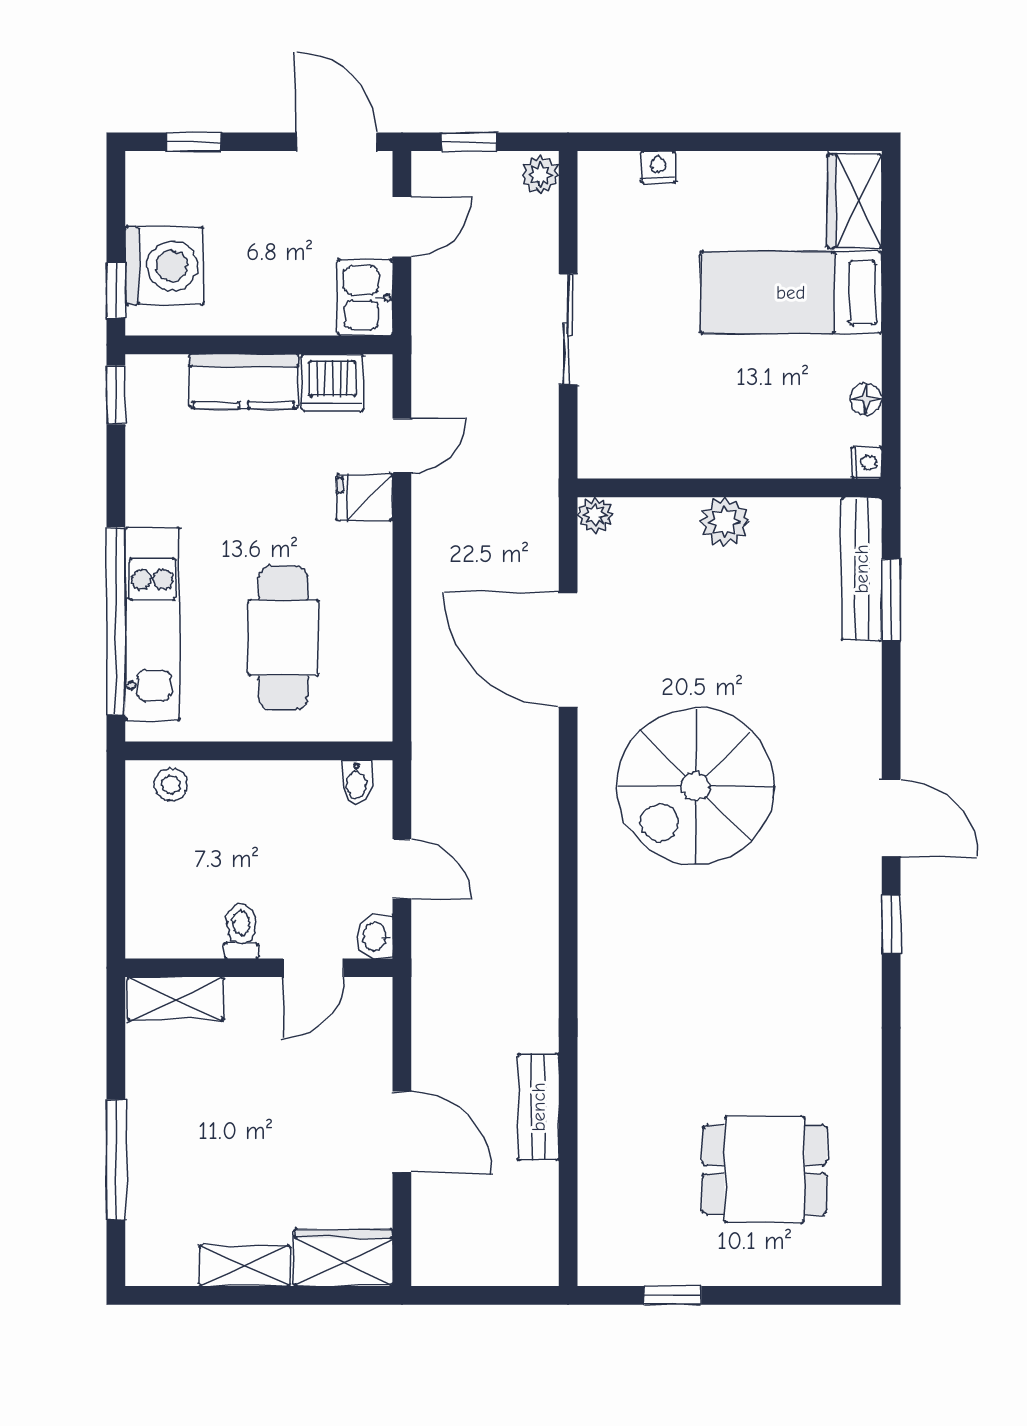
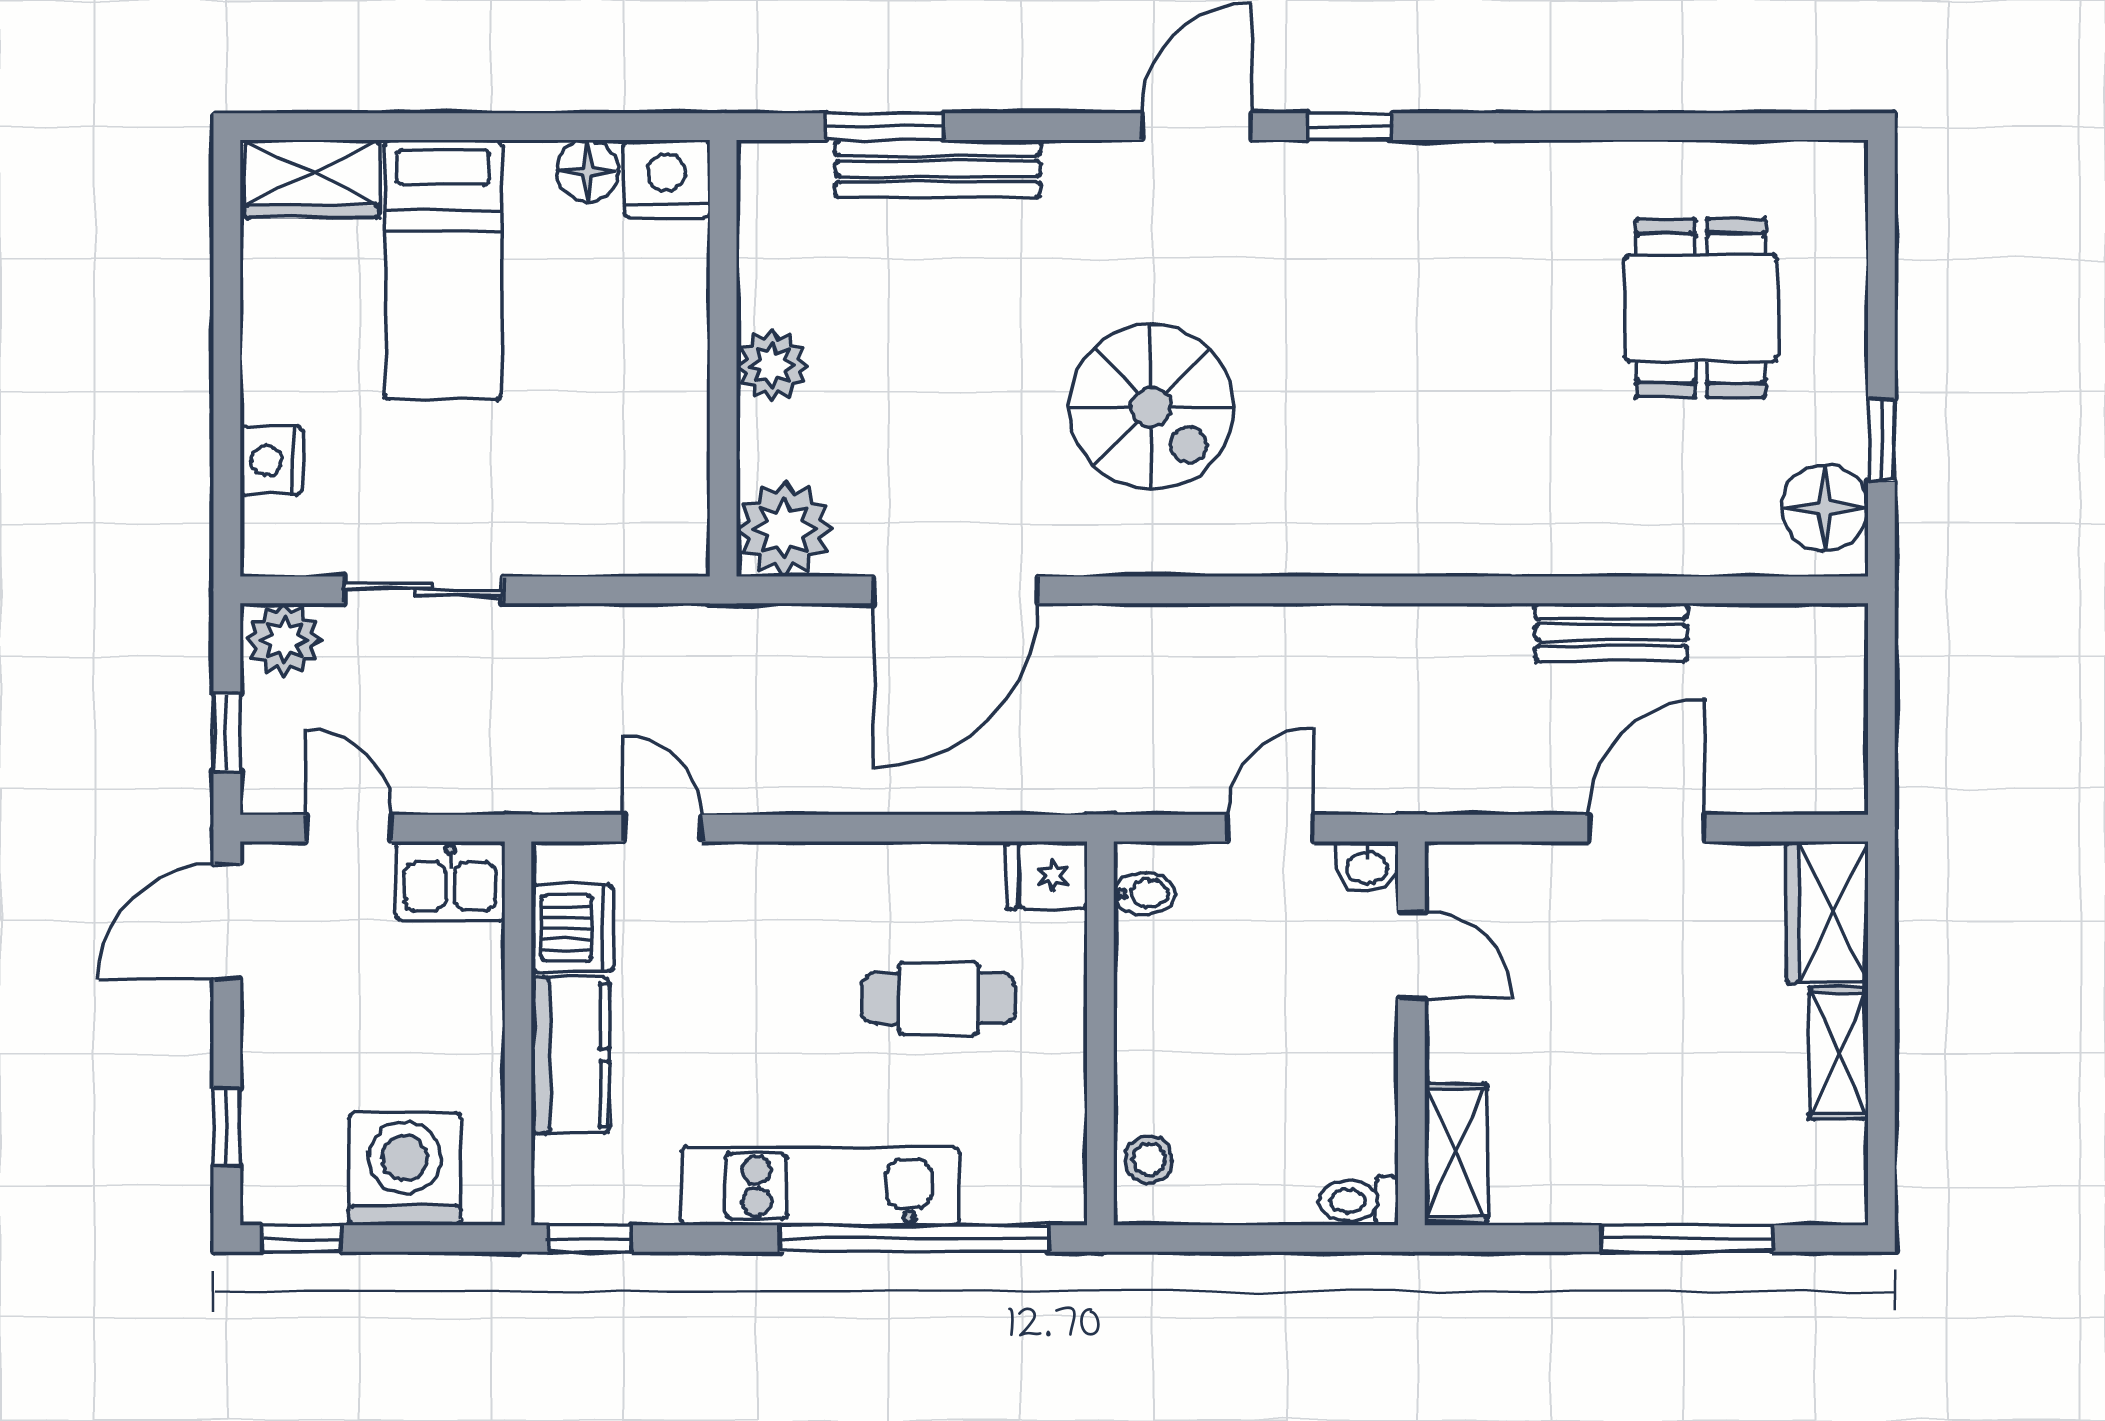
nightstand: (658, 167) -> (271, 461), width x1.39, depth x1.35
plant: (540, 175) -> (284, 640), width x1.38, depth x1.38
window: (116, 290) -> (301, 1238), moved
sliding door: (568, 329) -> (423, 590), moved
floor lamp: (866, 399) -> (587, 171), width x1.37, depth x1.37
nightstand: (867, 463) -> (667, 179), width x1.89, depth x1.79
fridge: (365, 497) -> (1047, 875), moved, turned 90
plant: (595, 515) -> (784, 529), width x1.87, depth x1.87
bench: (862, 569) -> (938, 169), moved
kitchen unit: (152, 624) -> (820, 1186), moved
cafe table: (283, 638) -> (938, 998), width x0.73, depth x0.74
spiral stairs: (696, 786) -> (1151, 407), width x0.73, depth x0.73
toilet: (241, 931) -> (1359, 1201), moved
floor lamp: (625, 1256) -> (1825, 508), added

